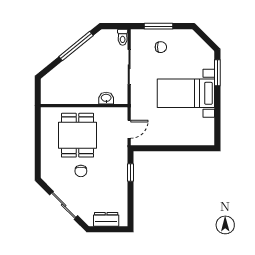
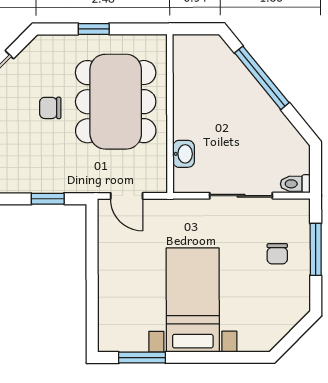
window: (76, 46) -> (262, 78), moved
window: (217, 73) -> (142, 358), moved
dining table: (78, 135) -> (116, 102), width x1.38
window: (38, 147) -> (94, 29), added

